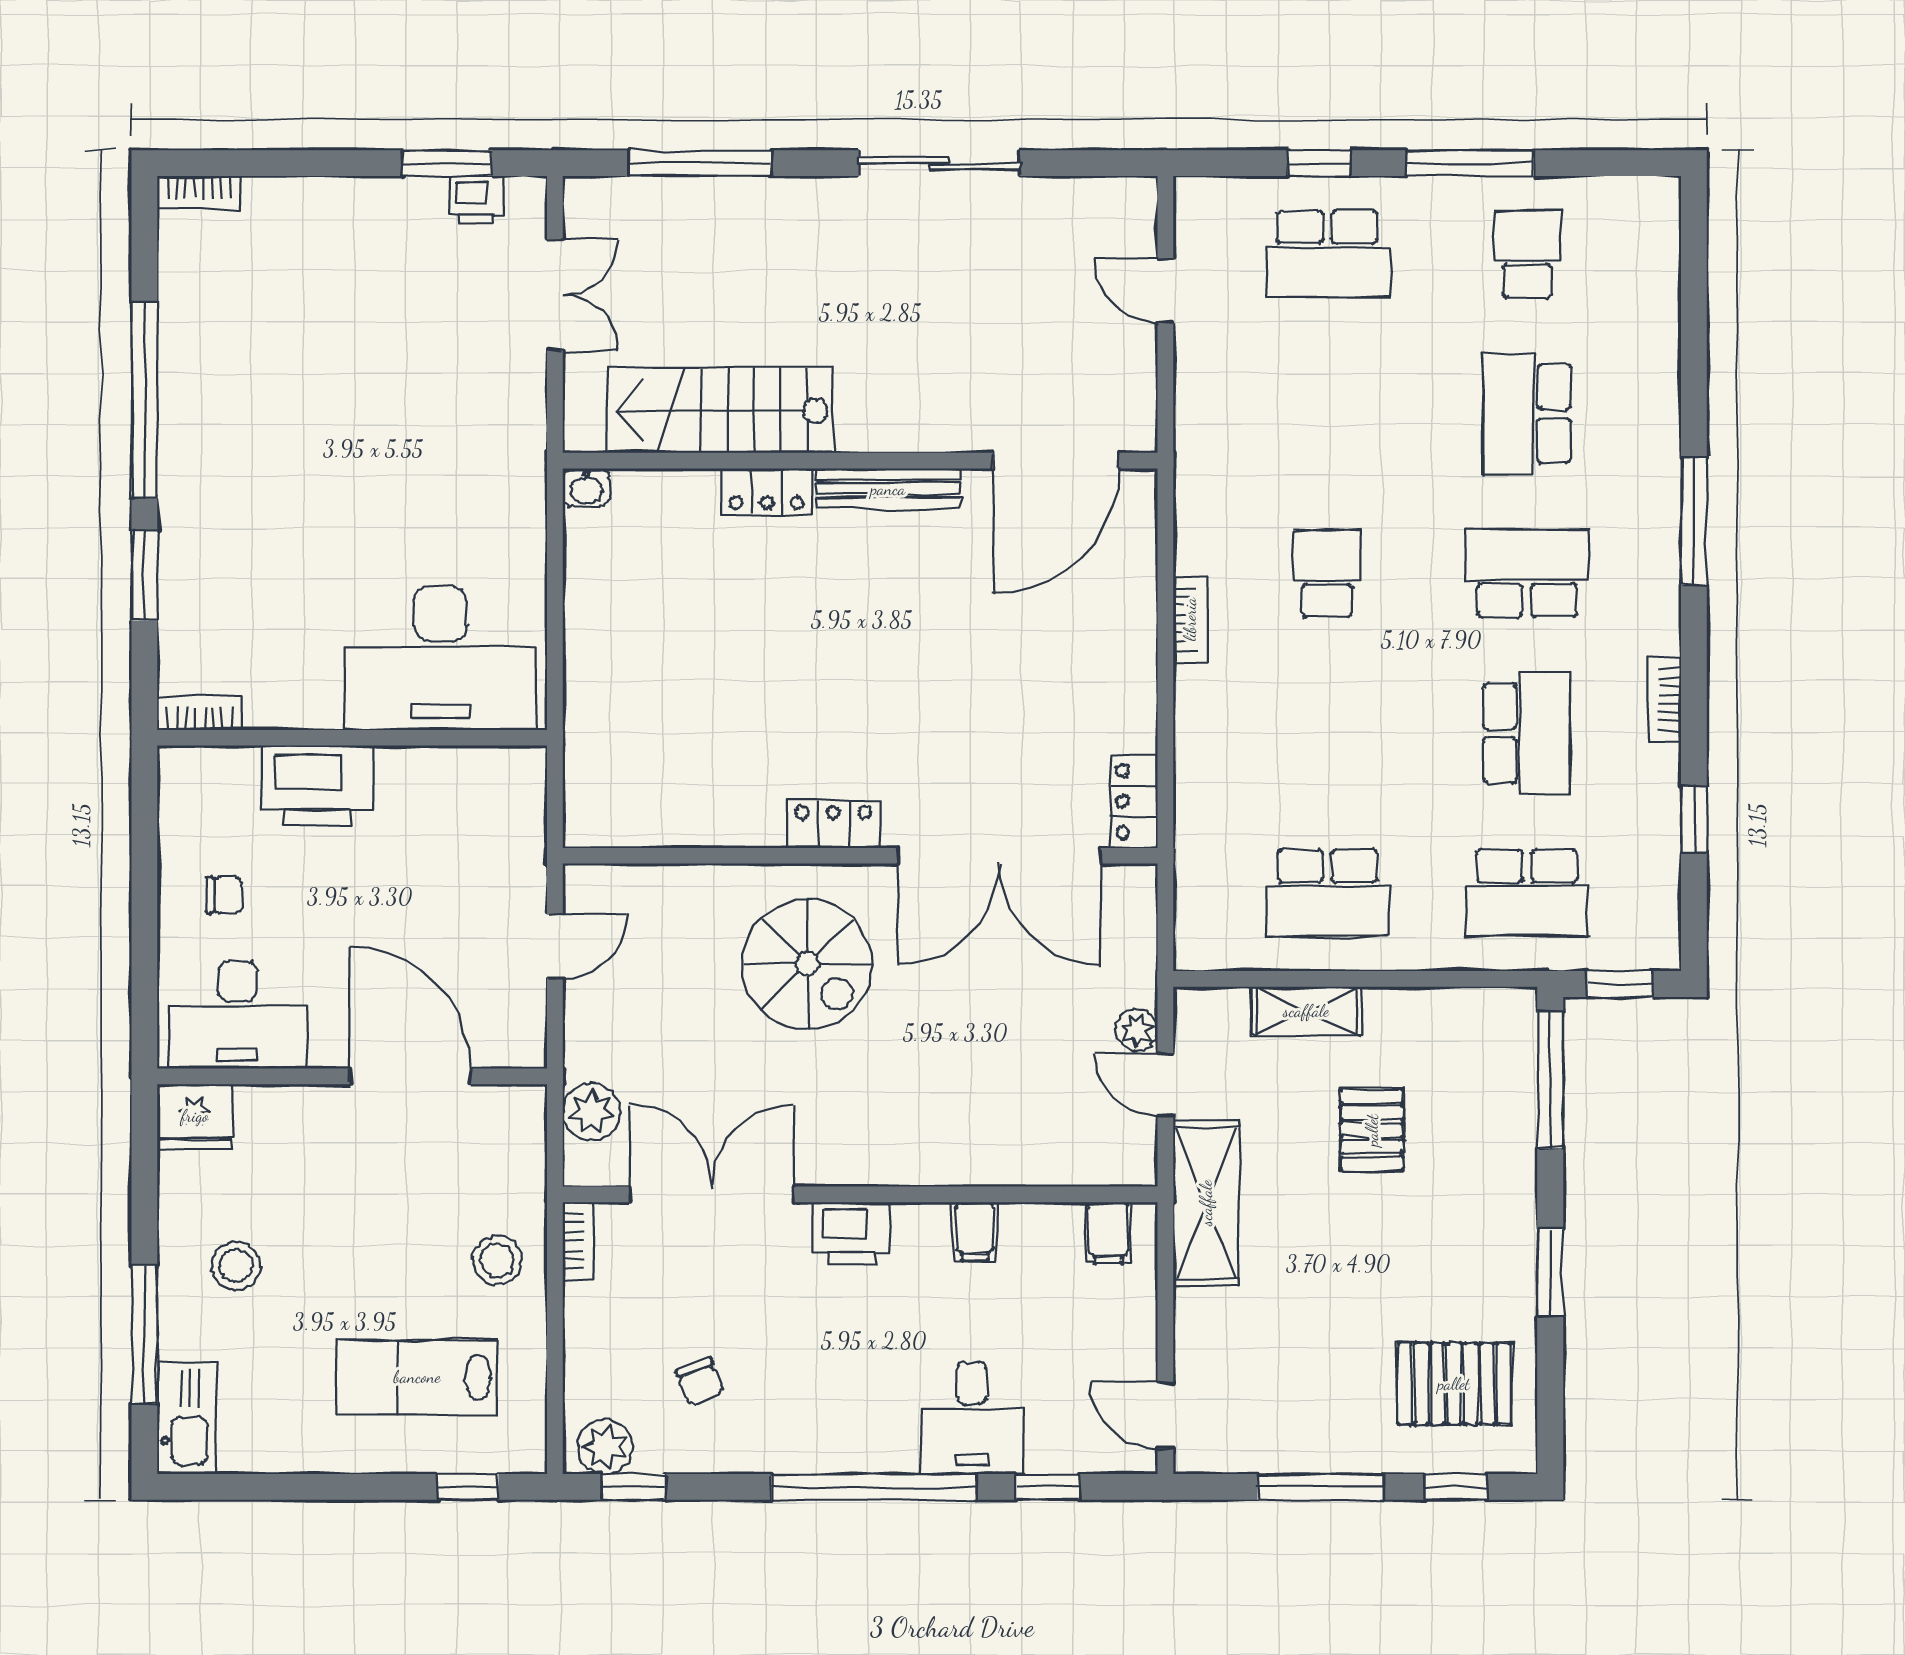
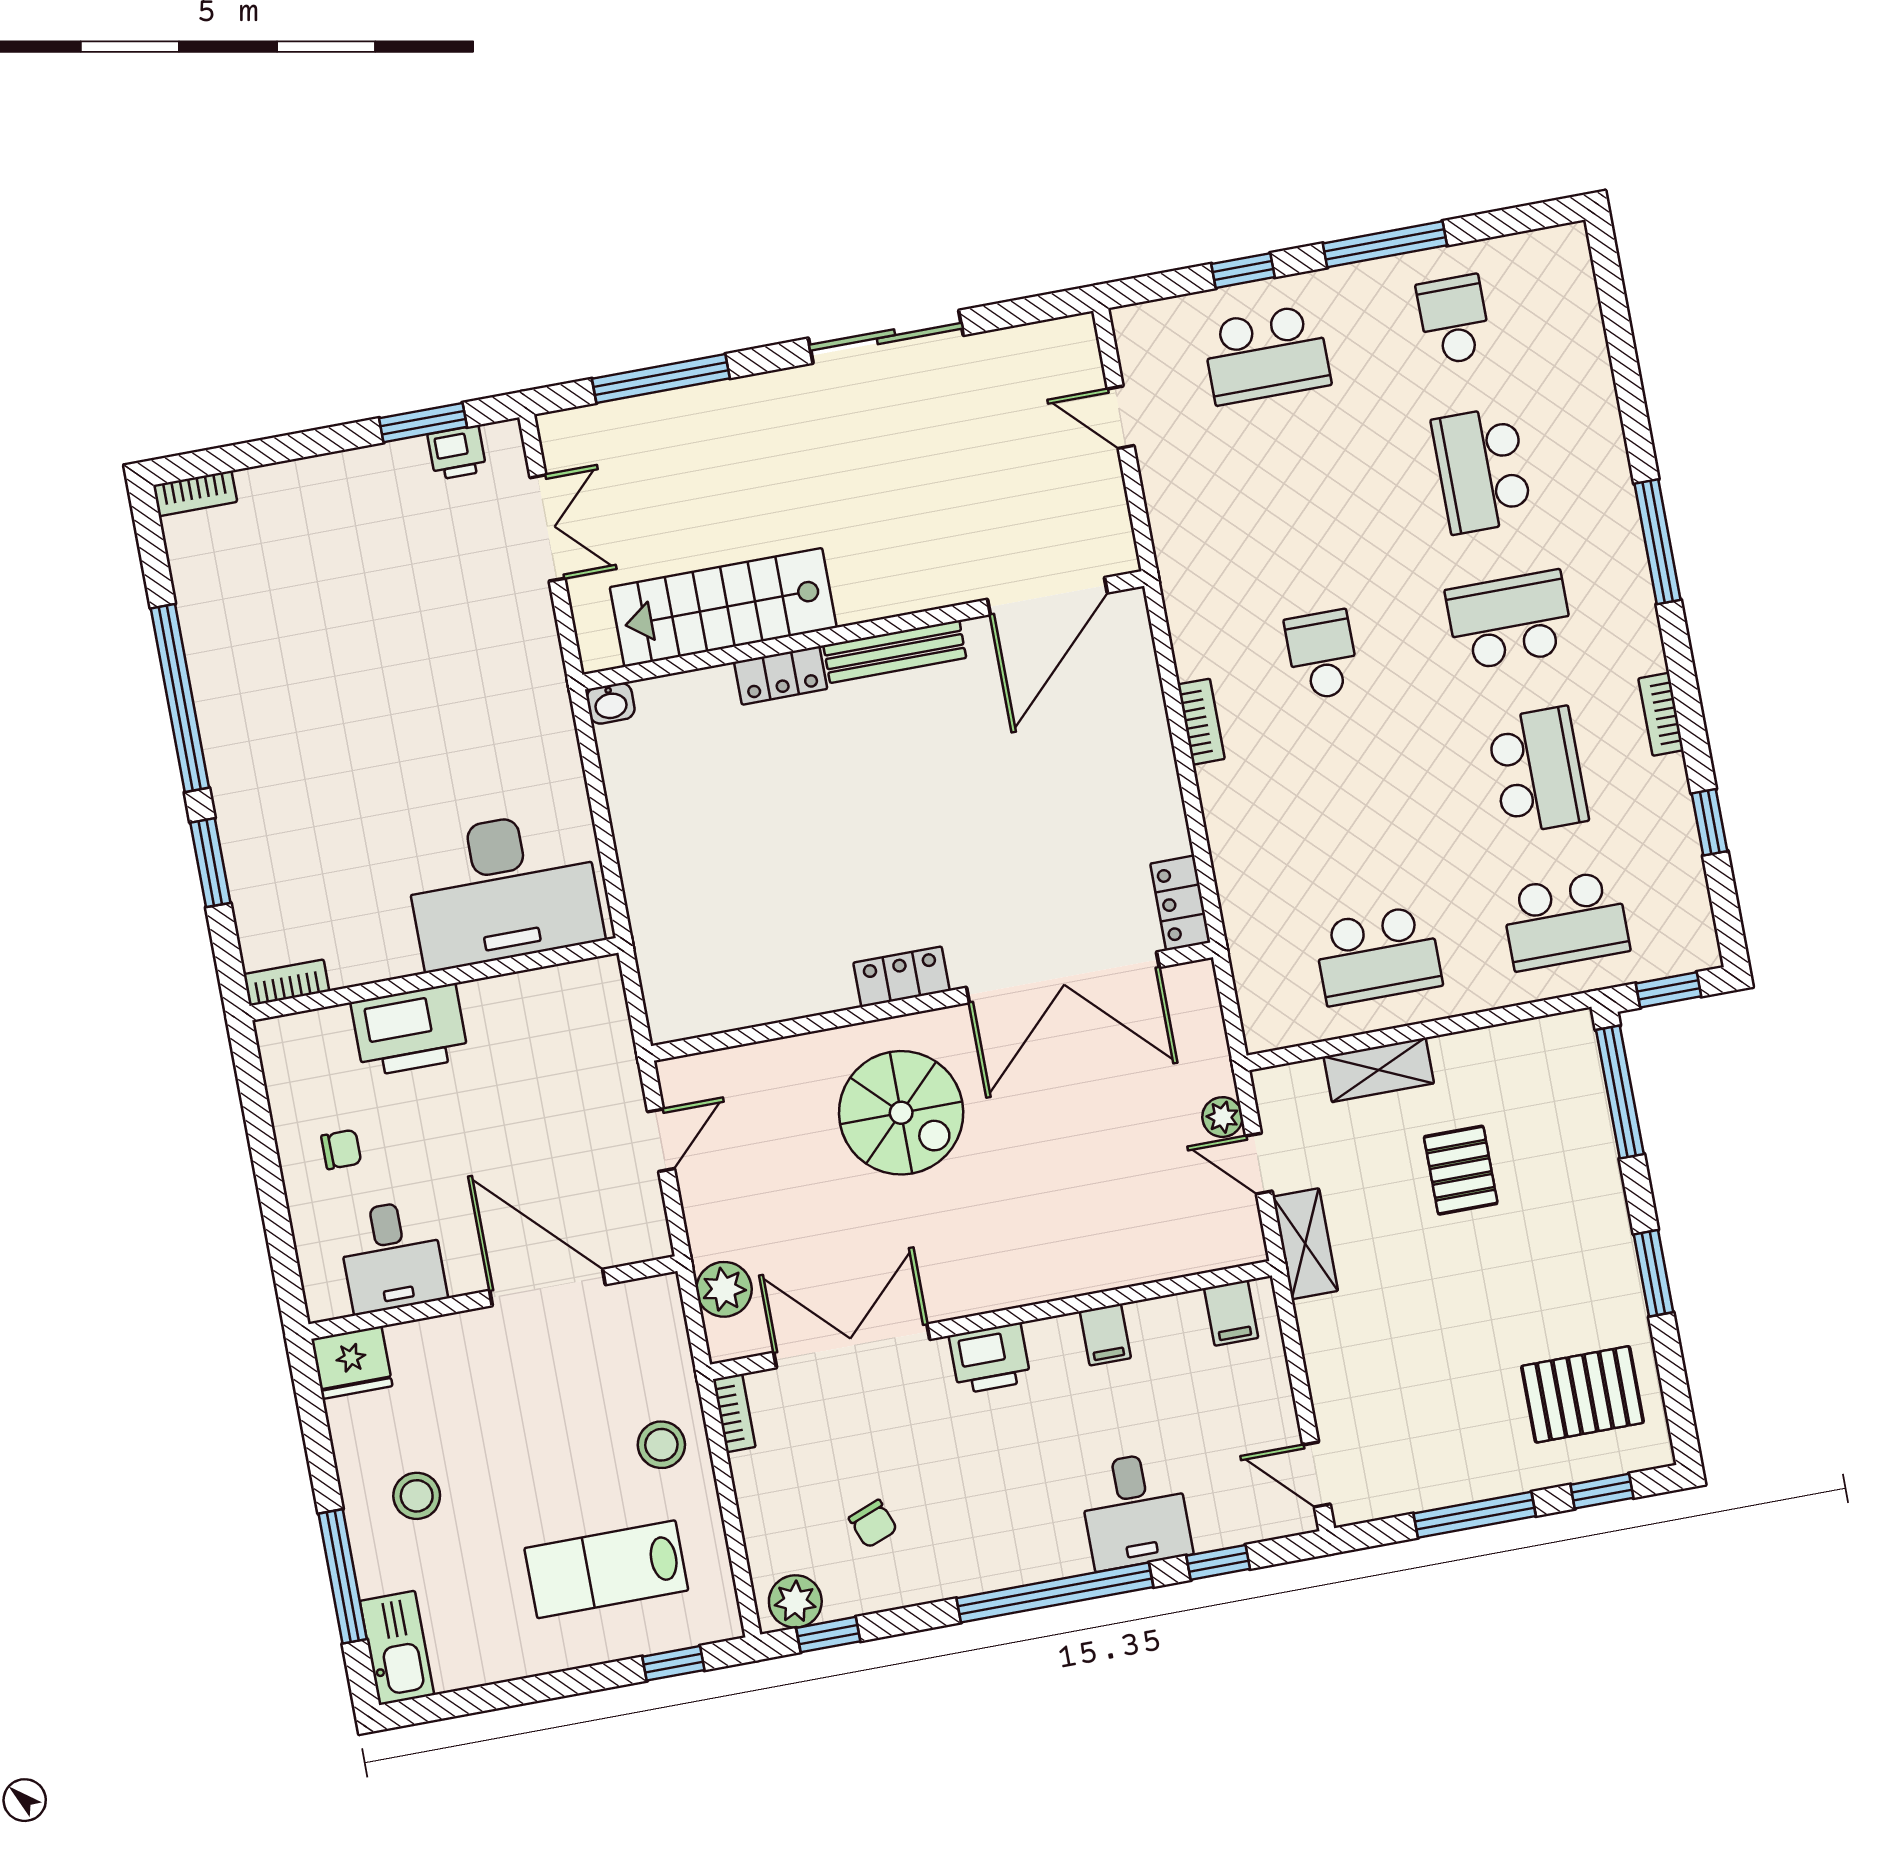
desk: (237, 1015) -> (392, 1256), width x0.73
shelving: (1206, 1203) -> (1305, 1244), width x0.67, depth x0.75

